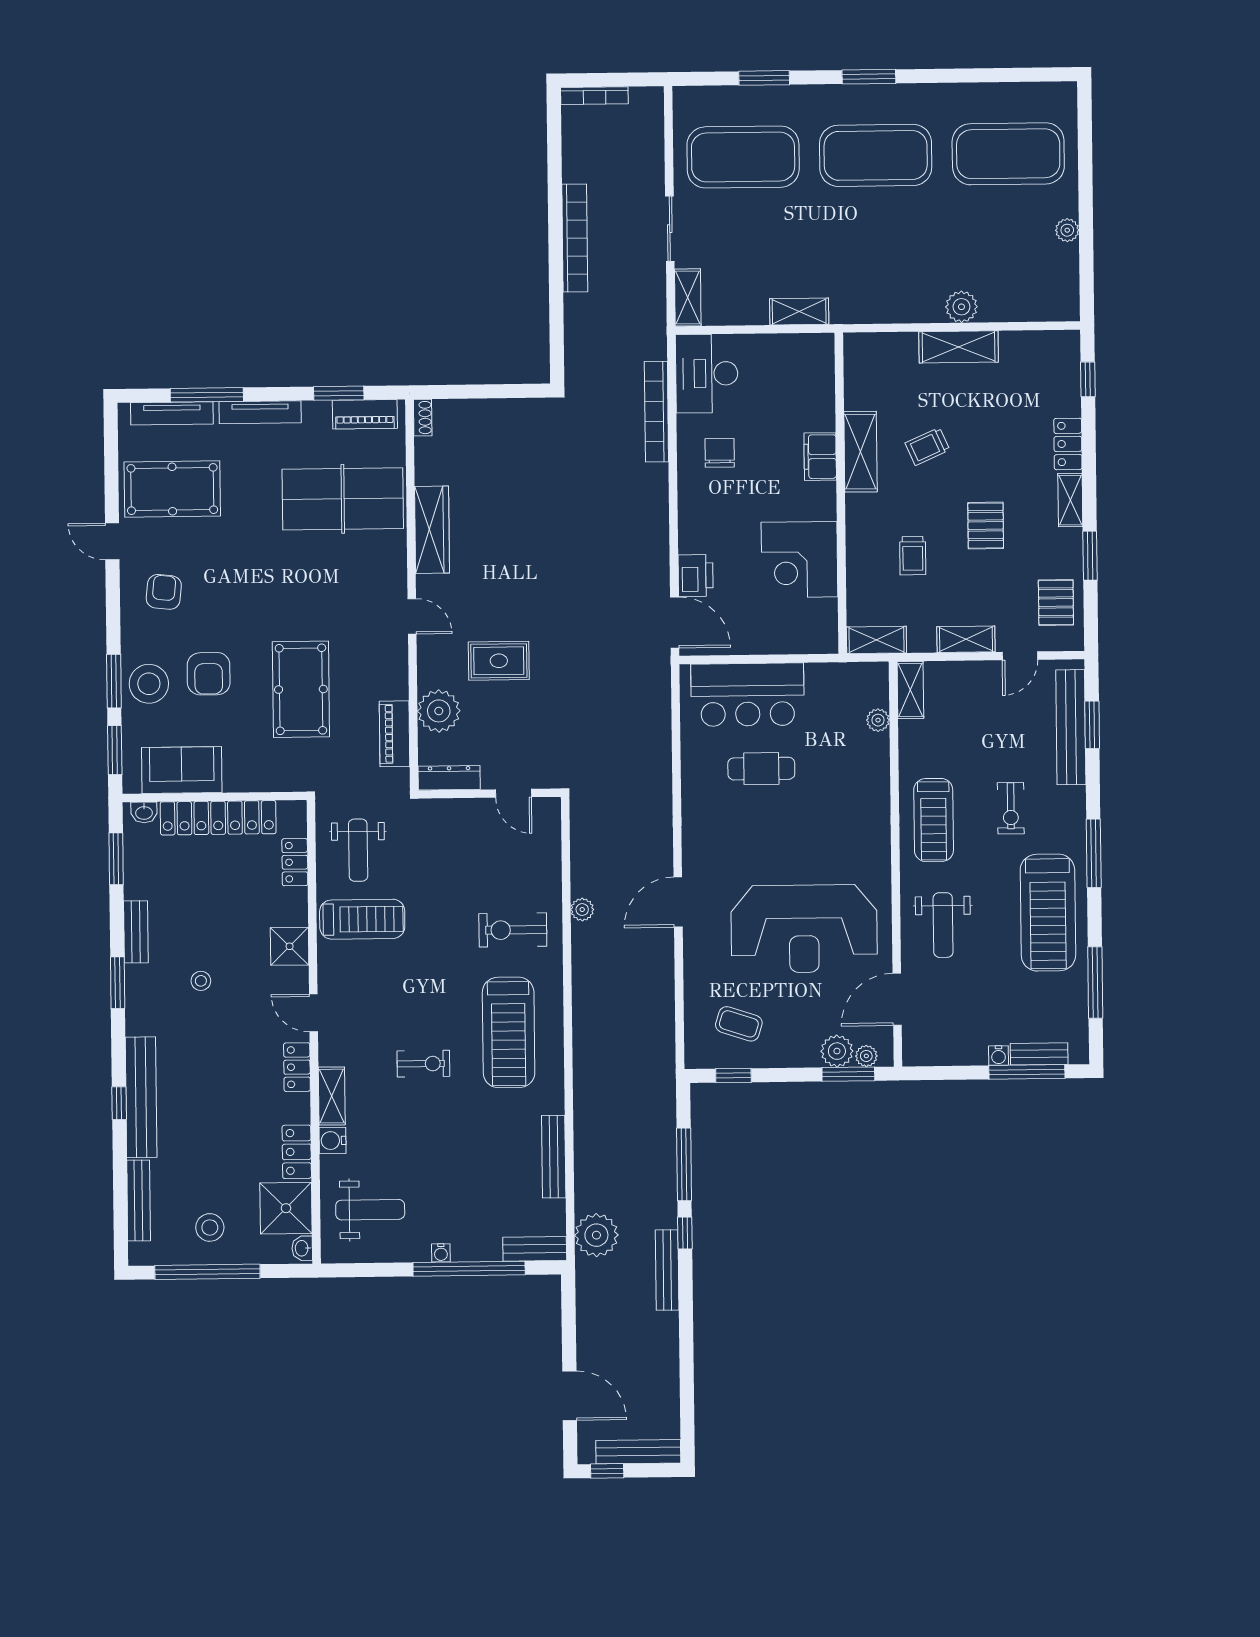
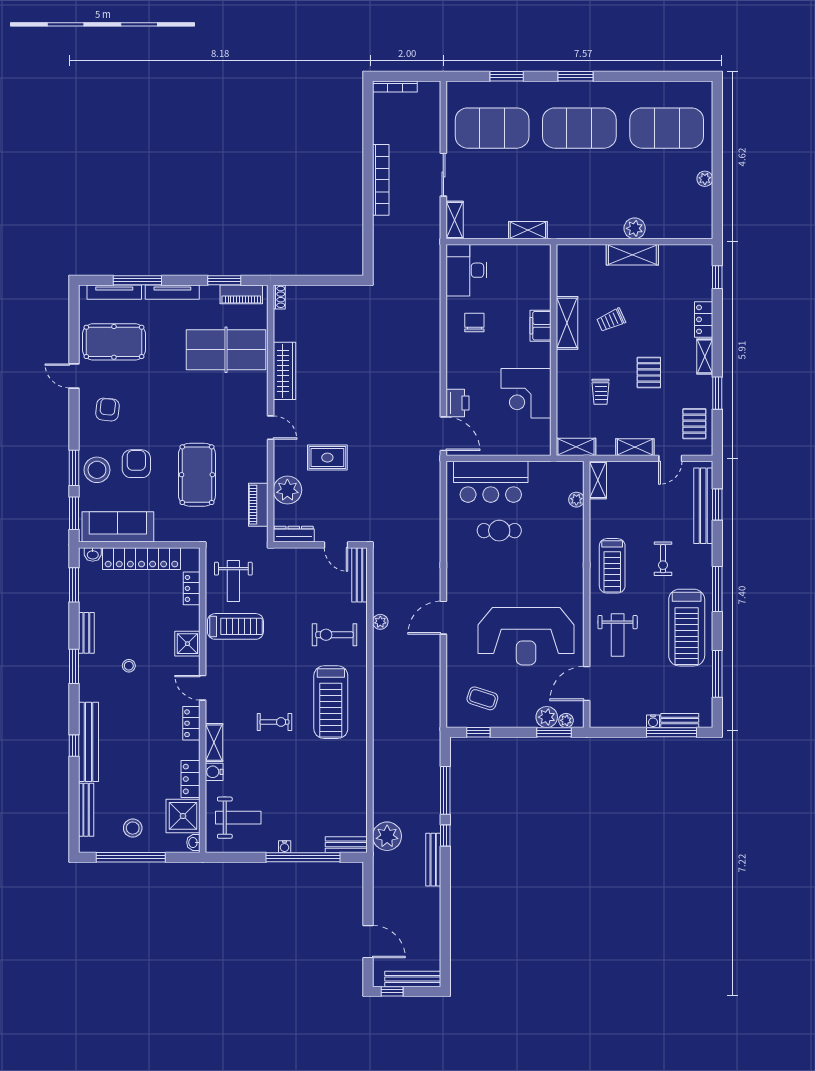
bookcase: (656, 412) -> (433, 295), removed
armchair: (209, 674) -> (136, 464), turned 180
sofa: (182, 770) -> (118, 527), width x1.36
bench: (554, 1157) -> (360, 575), moved

